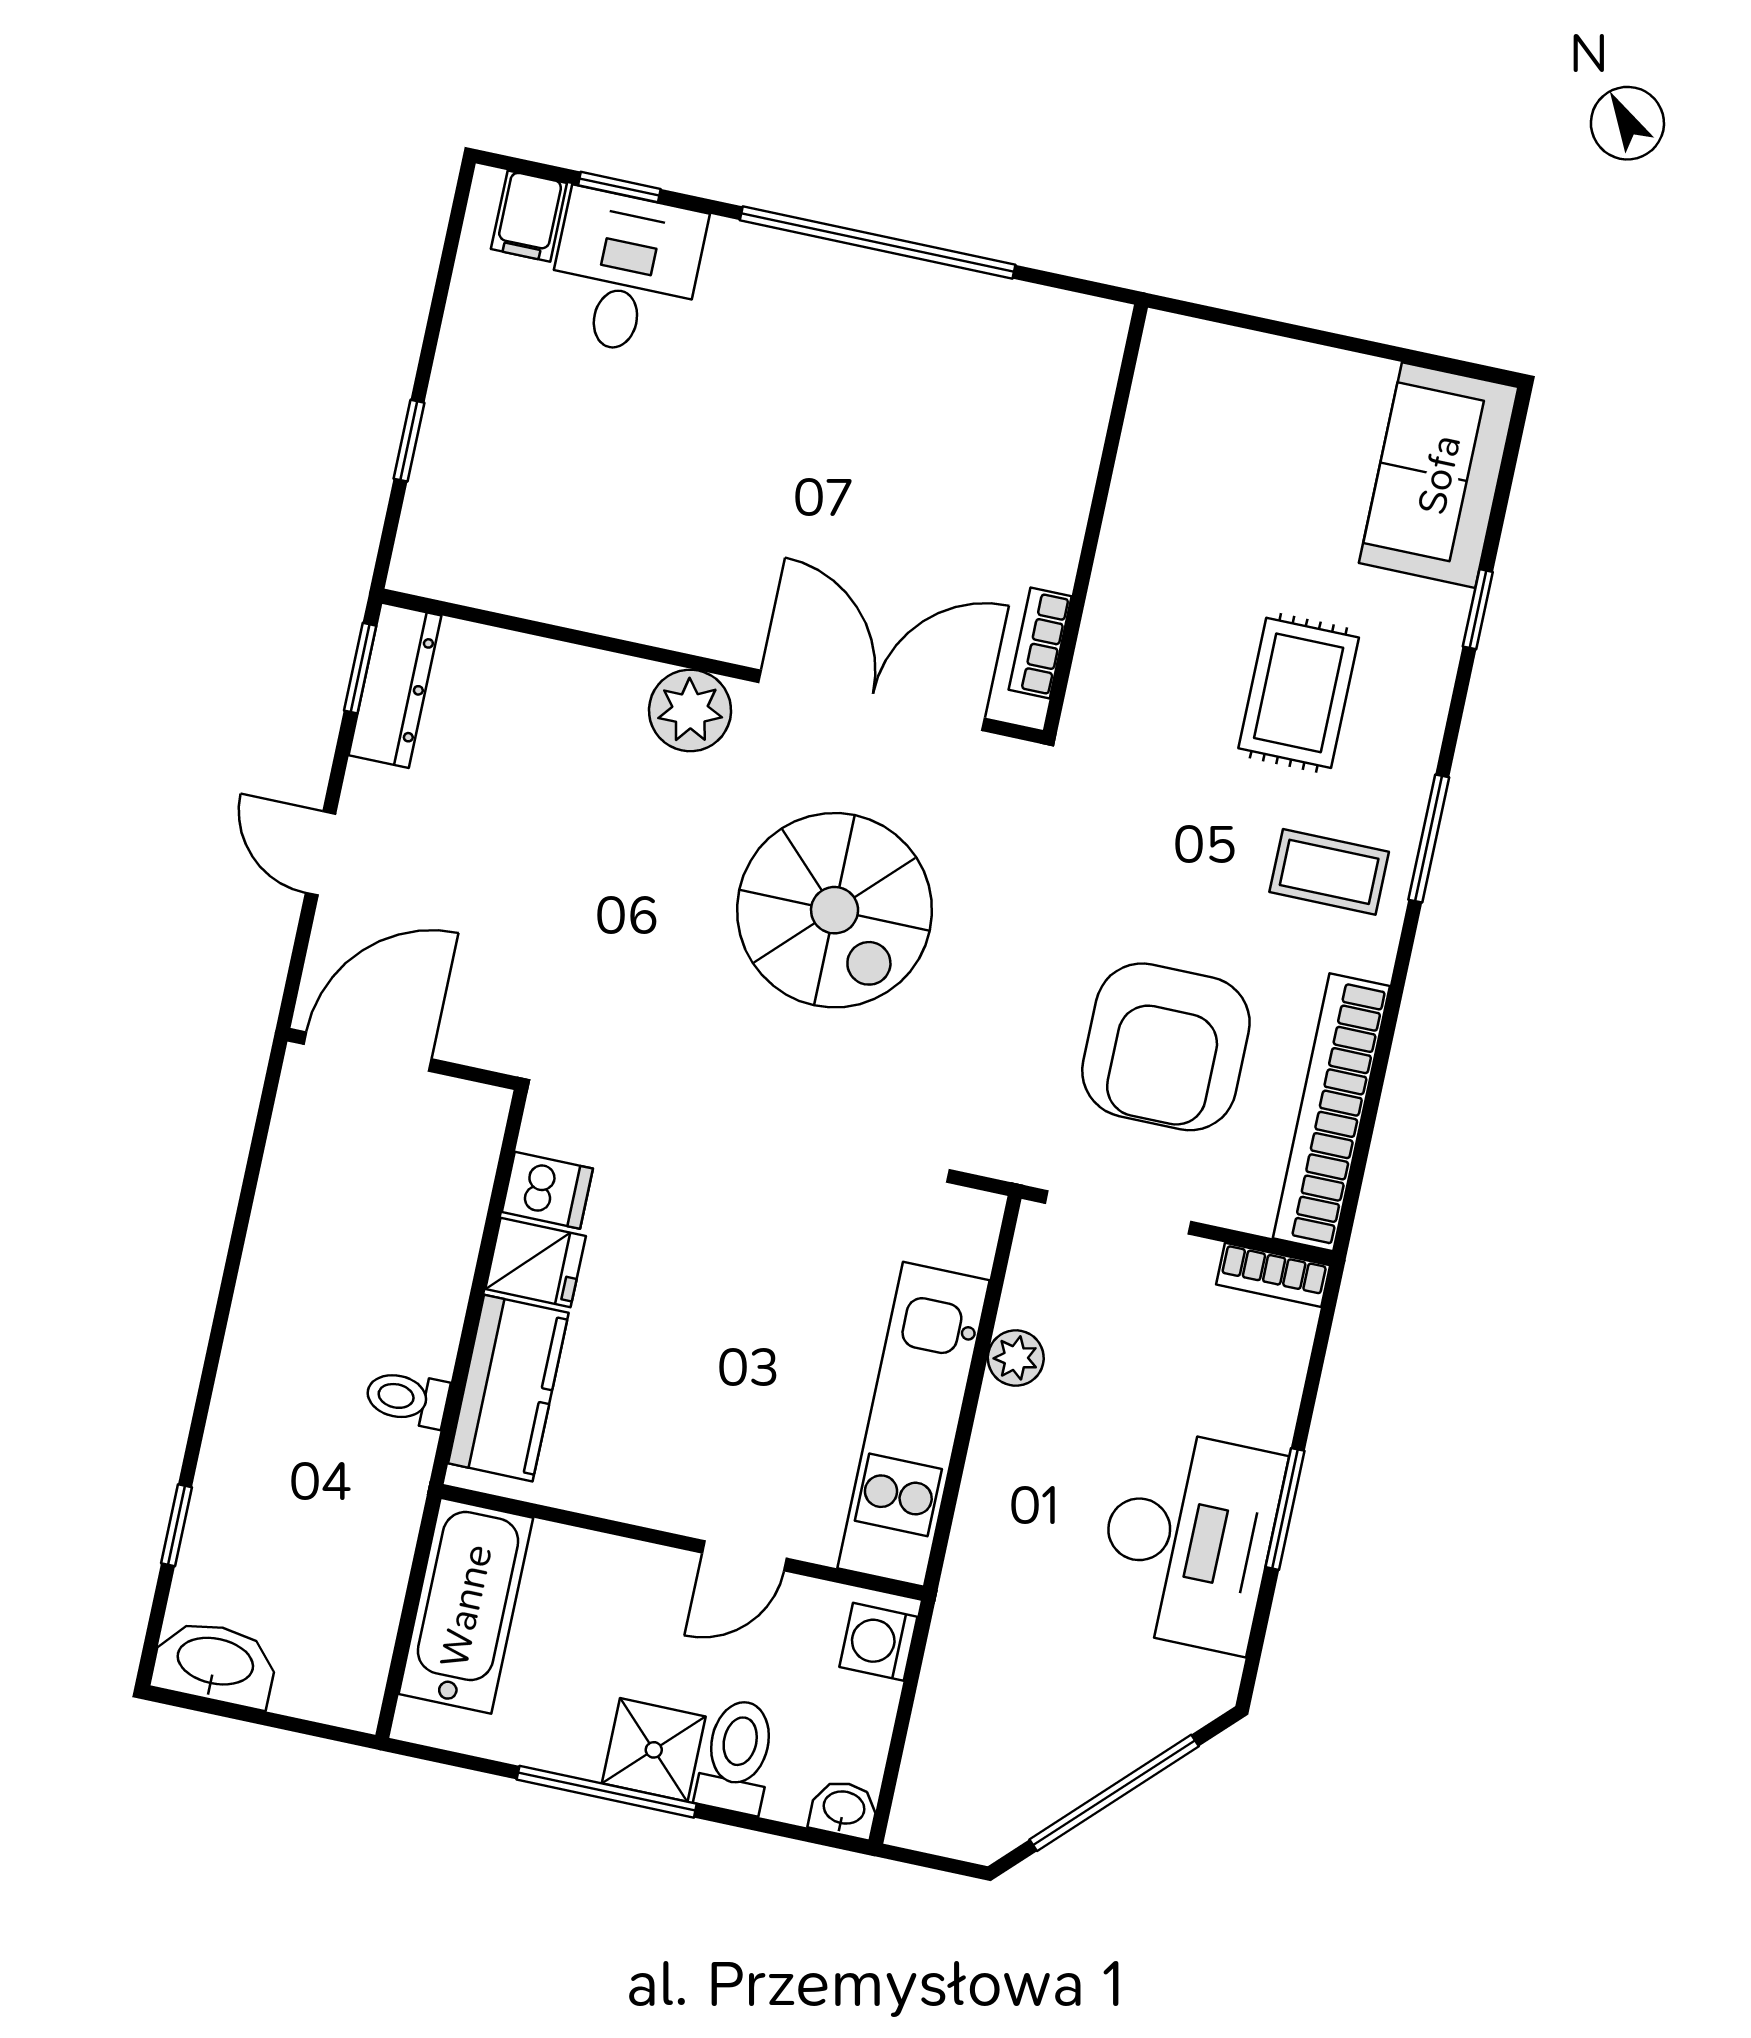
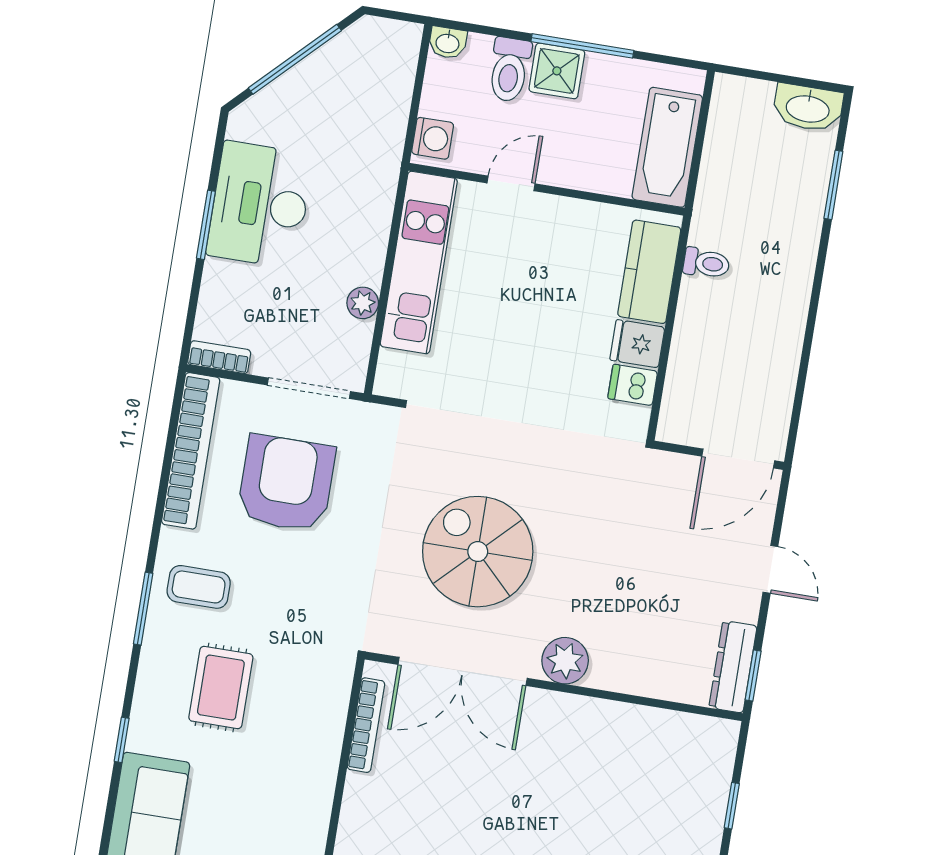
bookcase: (1040, 643) -> (366, 725), width x1.56
window: (176, 1525) -> (833, 185), width x1.50

